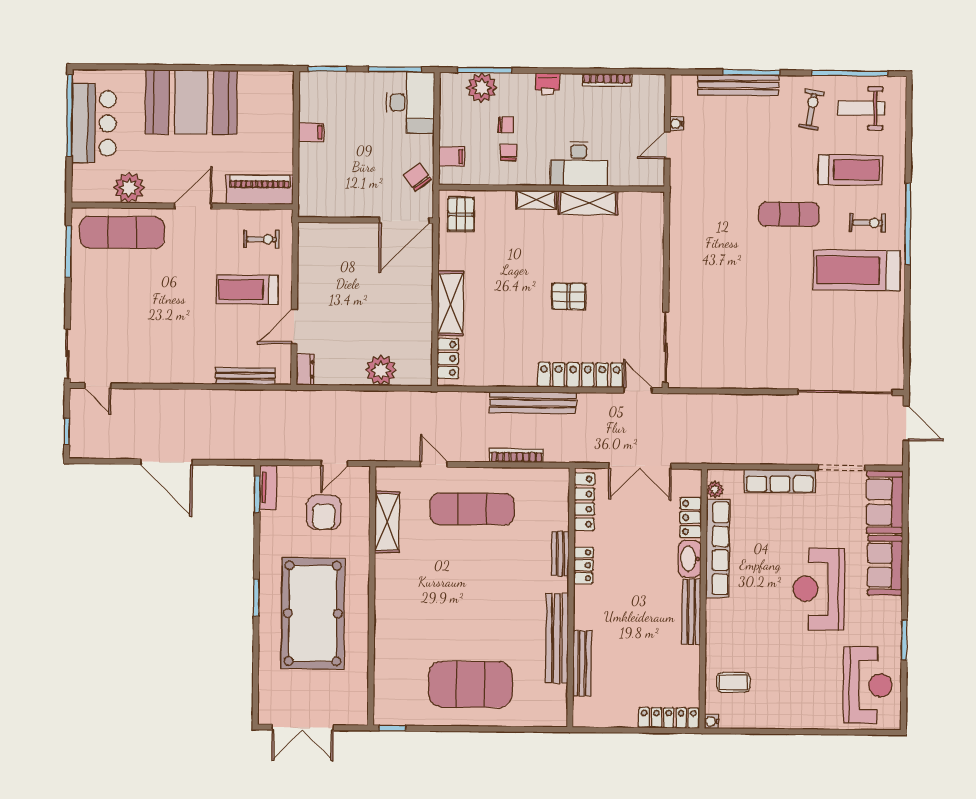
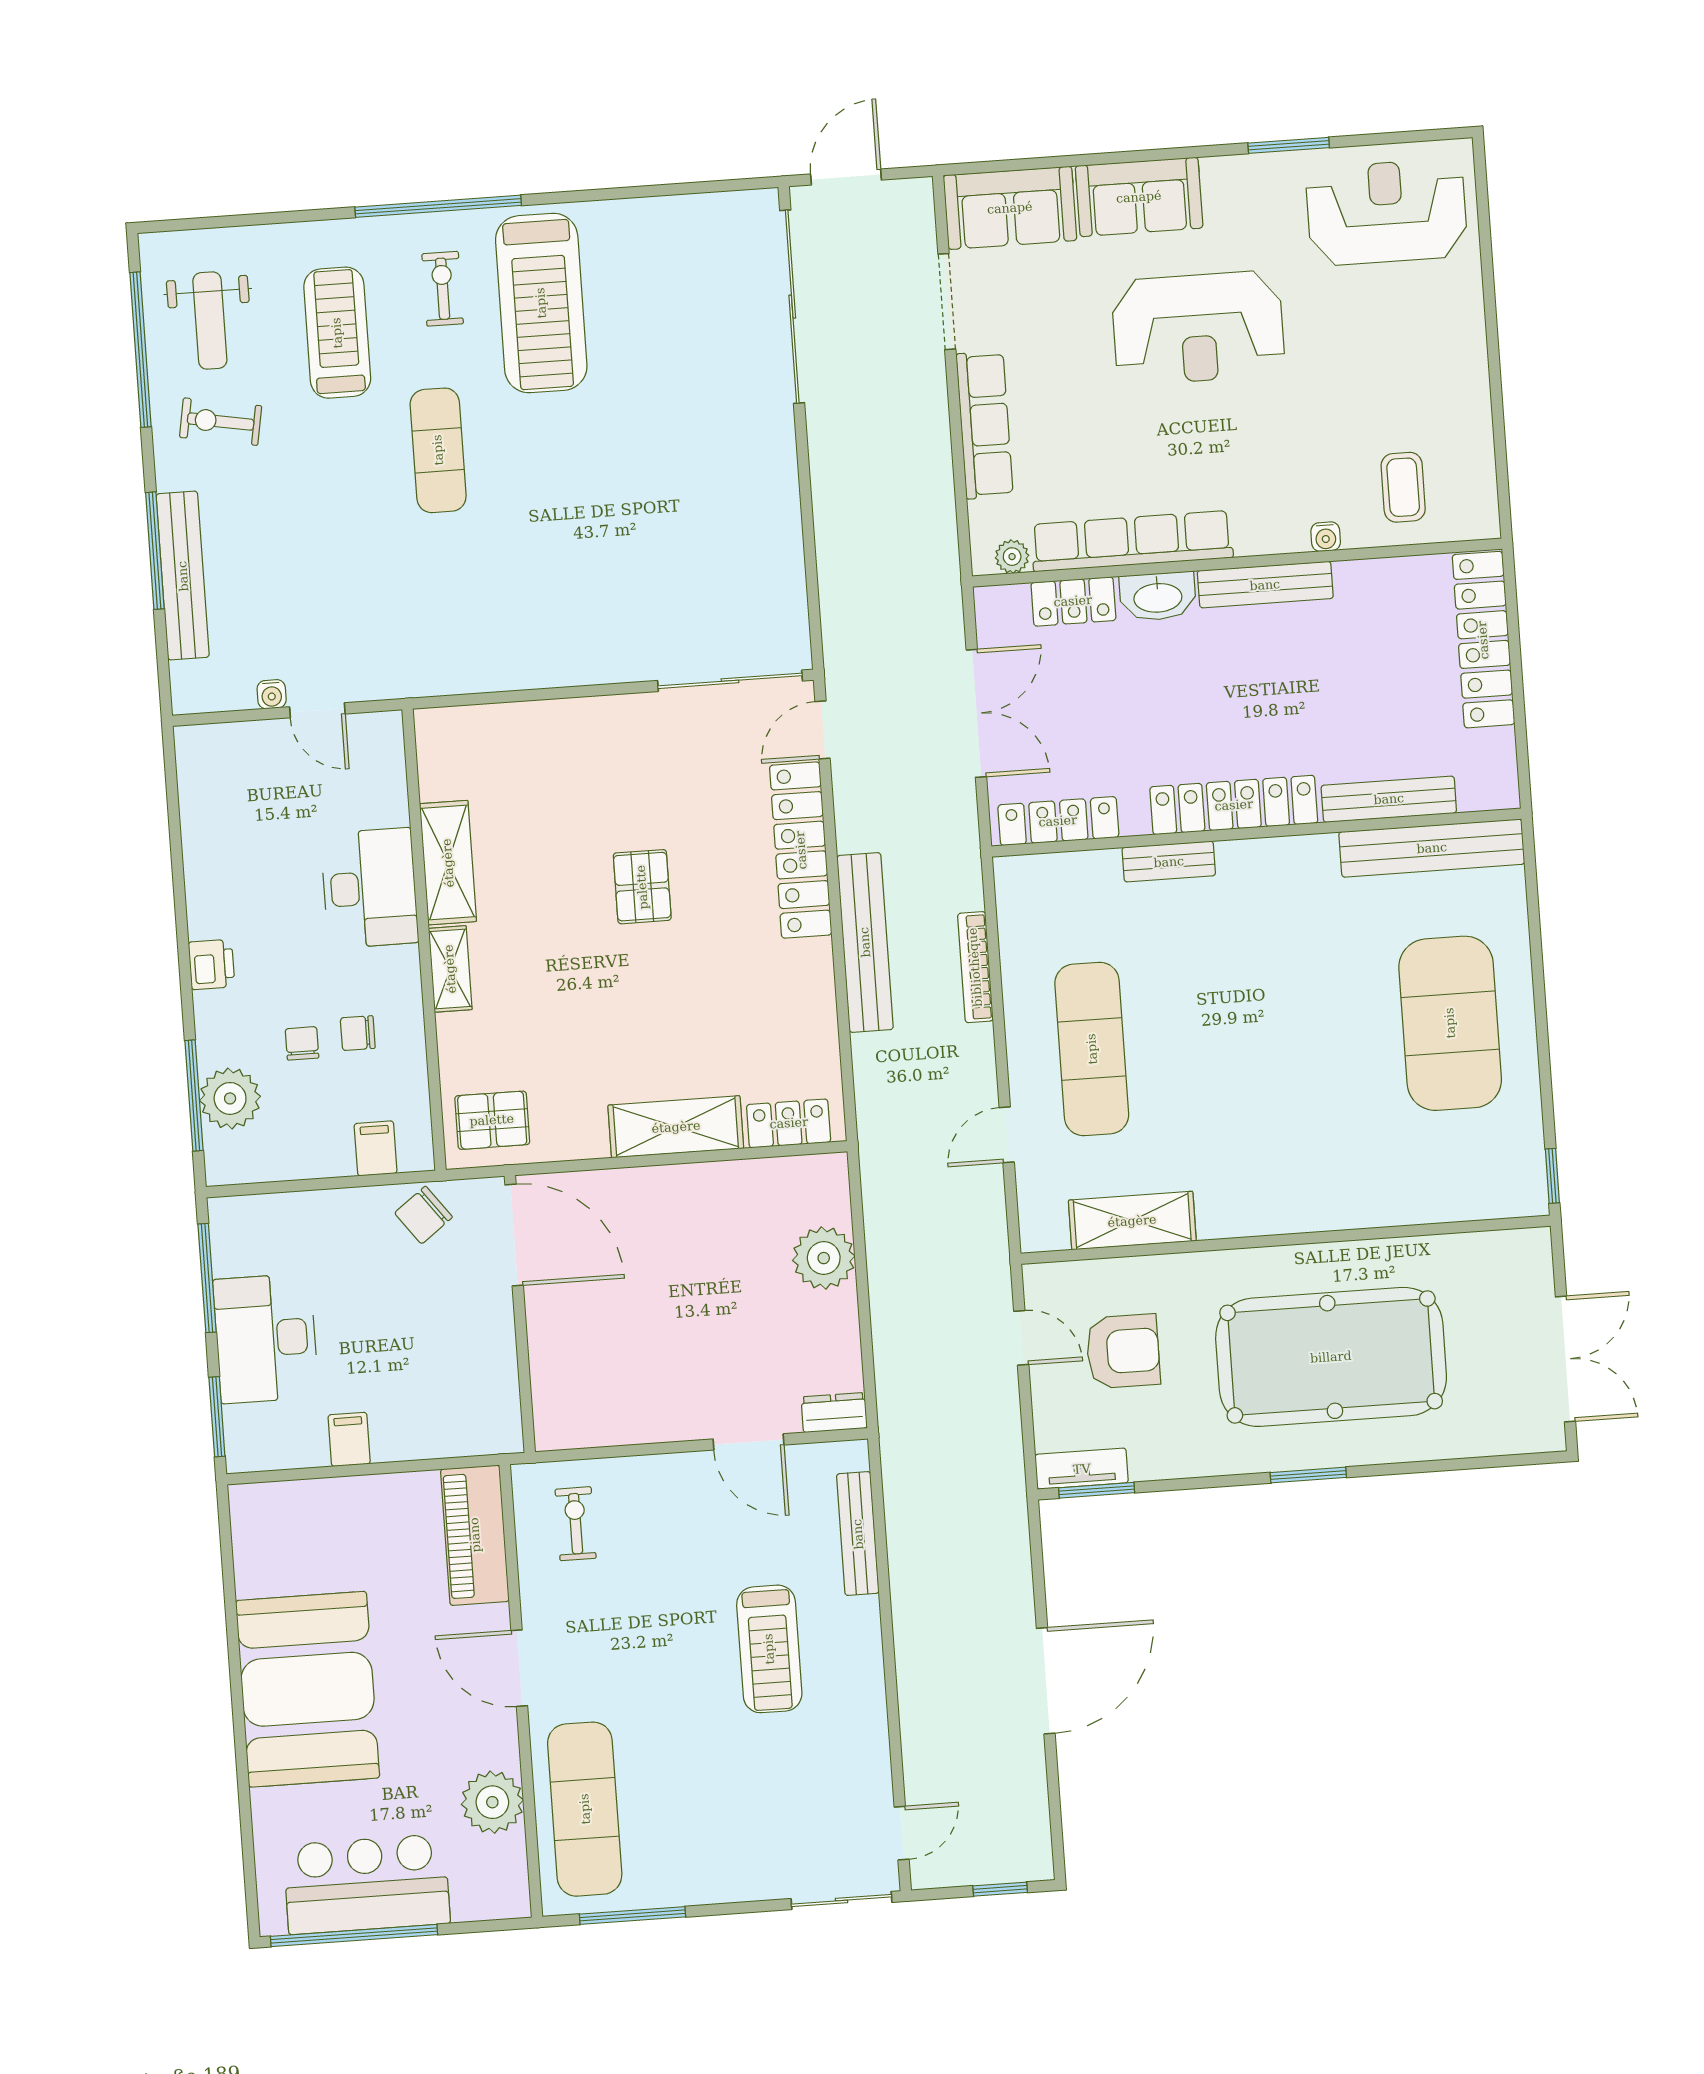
bookcase: (607, 80) -> (194, 844), removed
desk: (410, 102) -> (266, 1338), moved, turned -90
treadmill: (247, 290) -> (769, 1649), moved
locker: (583, 565) -> (1234, 805), width x2.16, depth x1.21
bench: (557, 638) -> (1432, 848), moved
locker: (669, 718) -> (1483, 640), width x1.41, depth x1.21
water cooler: (712, 721) -> (1326, 537), moved

